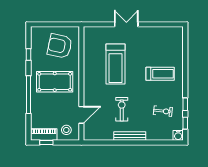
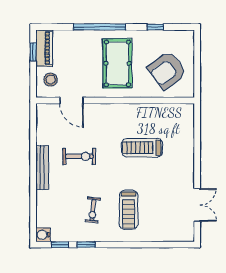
double door: (126, 24) -> (197, 205), moved
armchair: (60, 46) -> (167, 70), turned -138
treadmill: (115, 64) -> (142, 148), width x0.73, depth x0.73
exercise bike: (163, 111) -> (93, 210), moved

